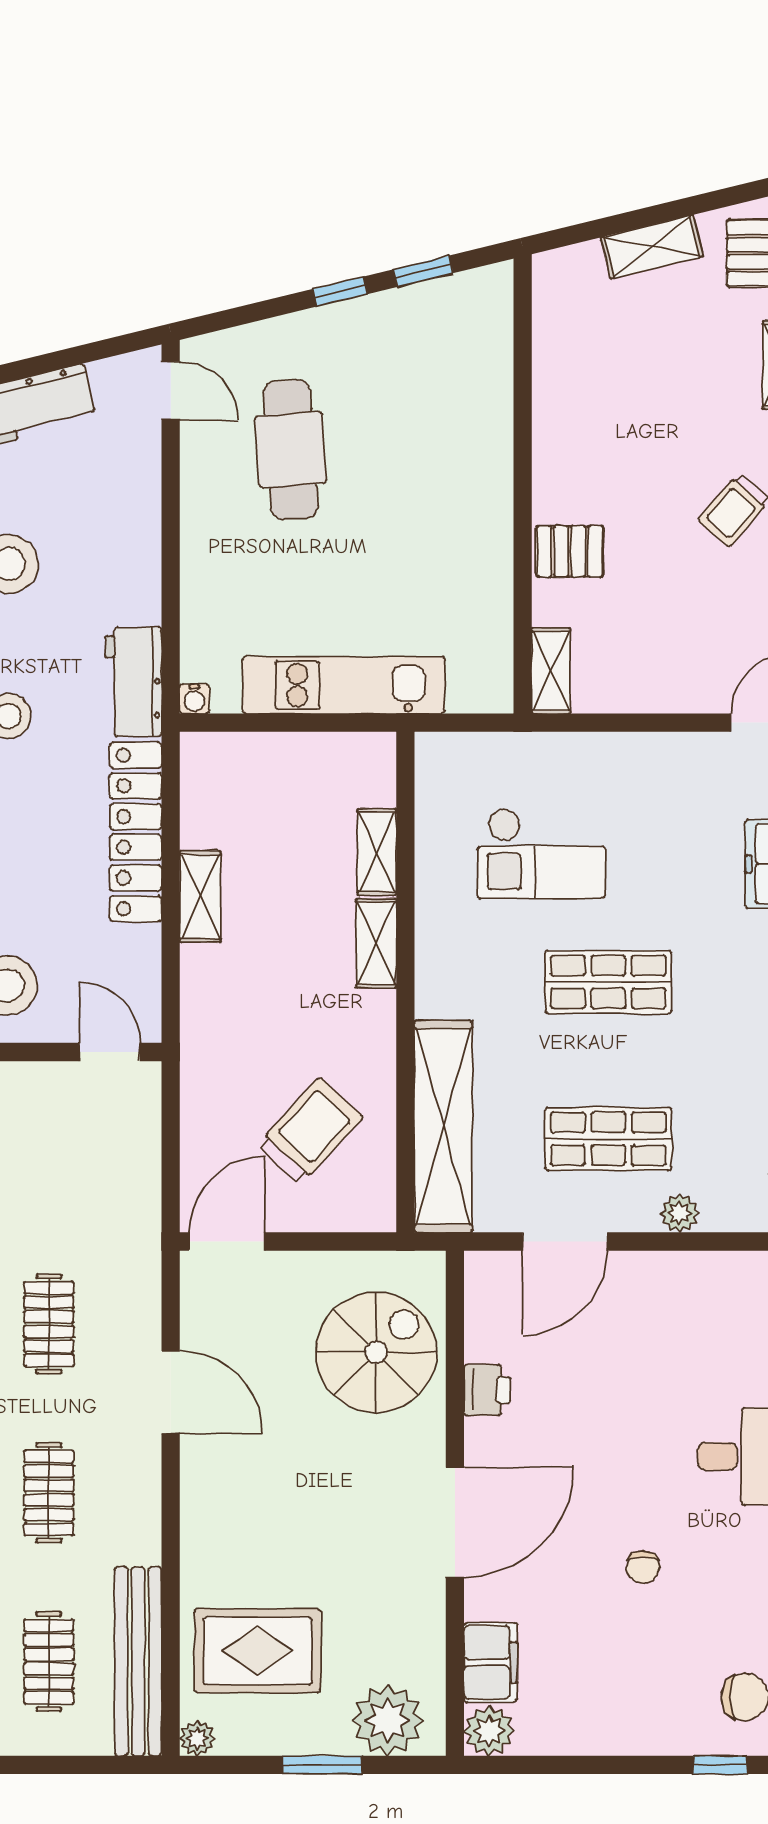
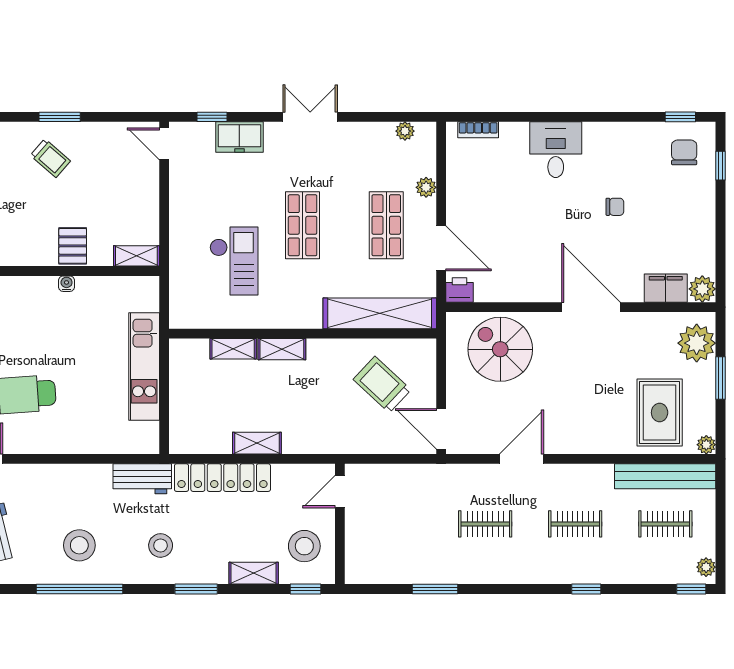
water cooler: (194, 699) -> (67, 284), moved, turned -90
printer: (487, 1390) -> (460, 290), moved

